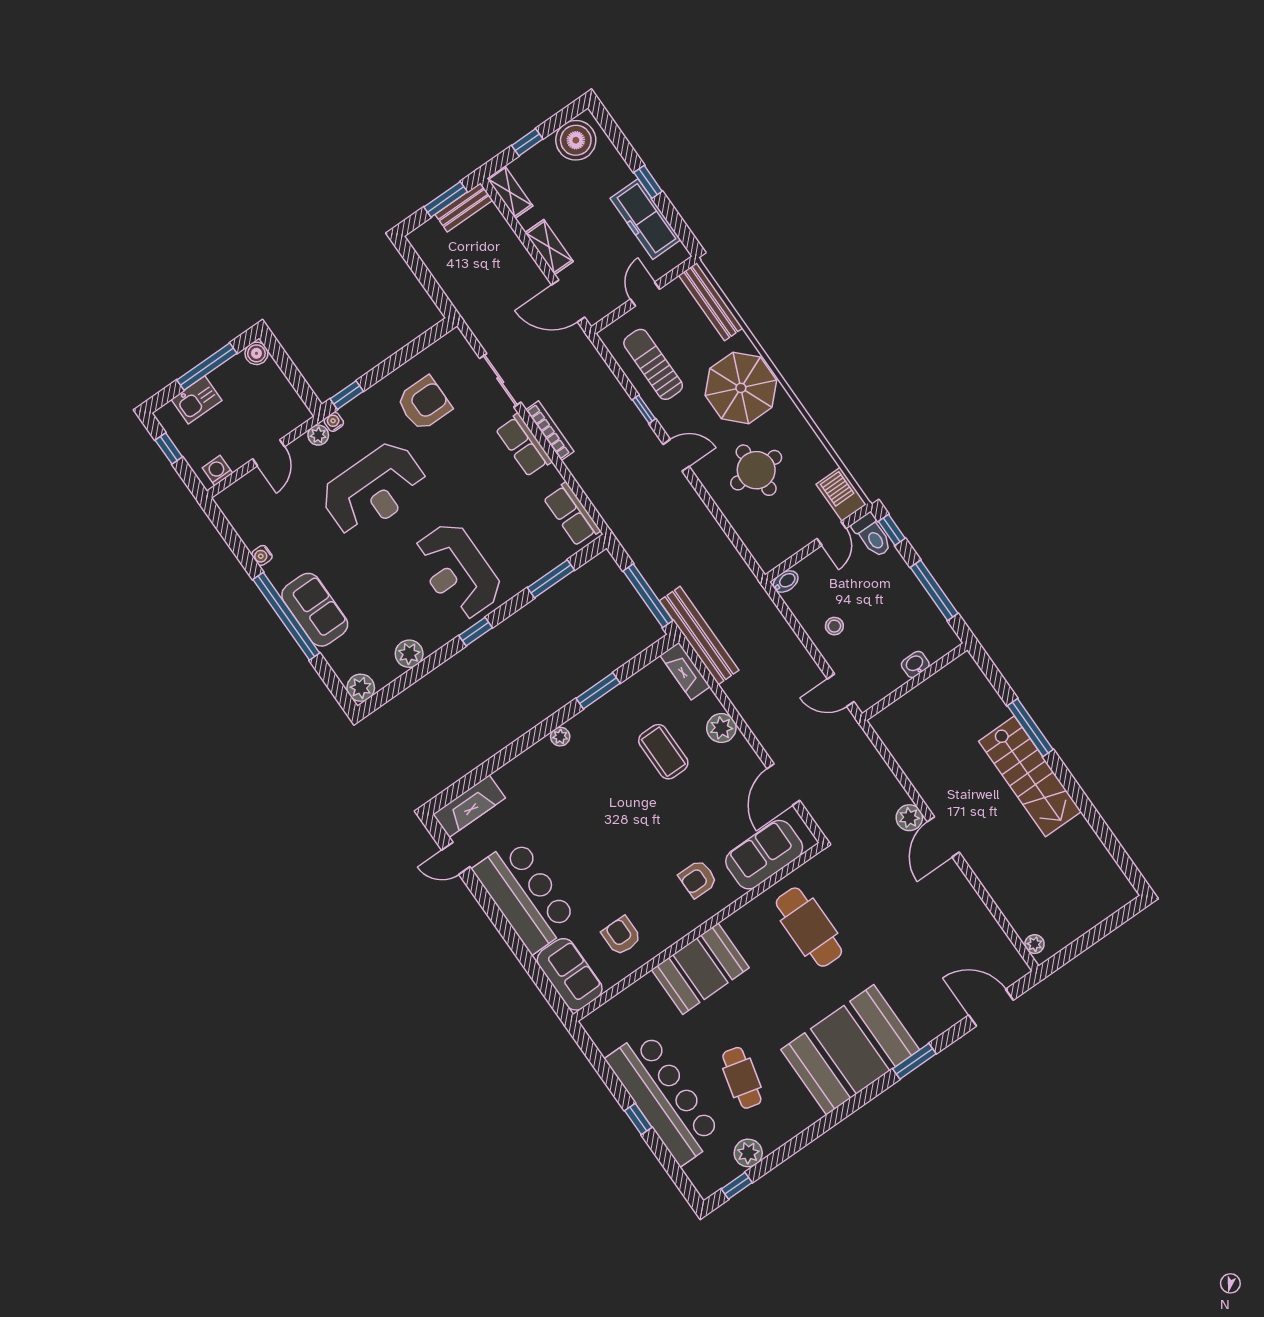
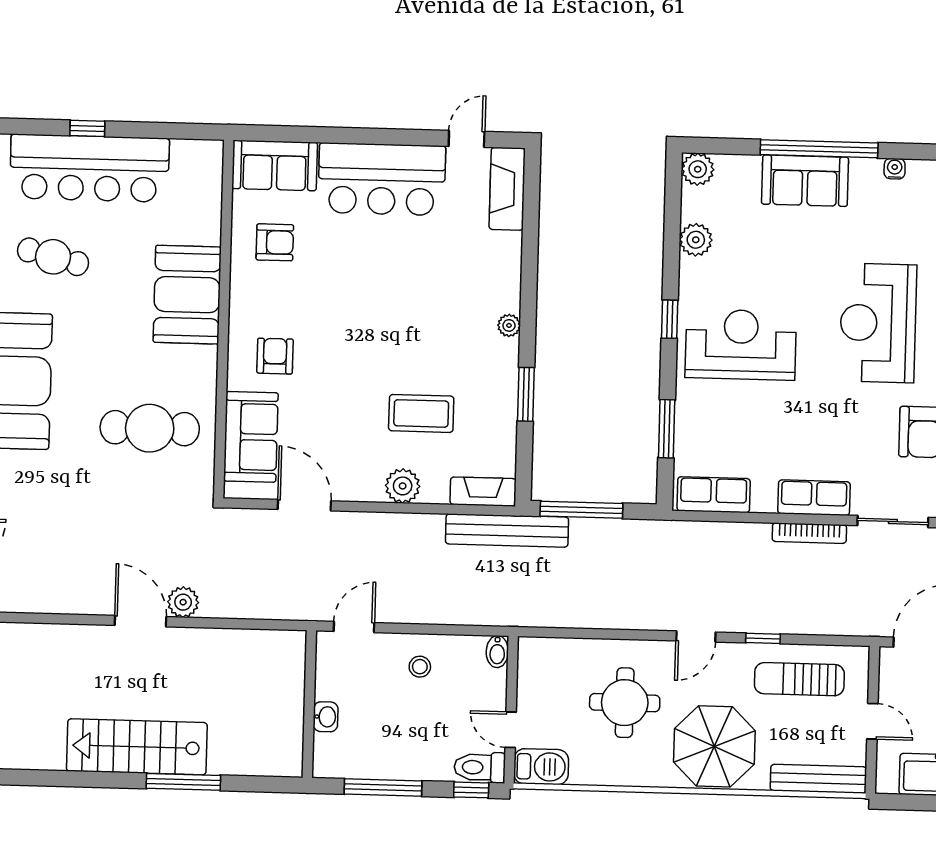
sun lounger: (653, 364) -> (799, 679), turned 180

